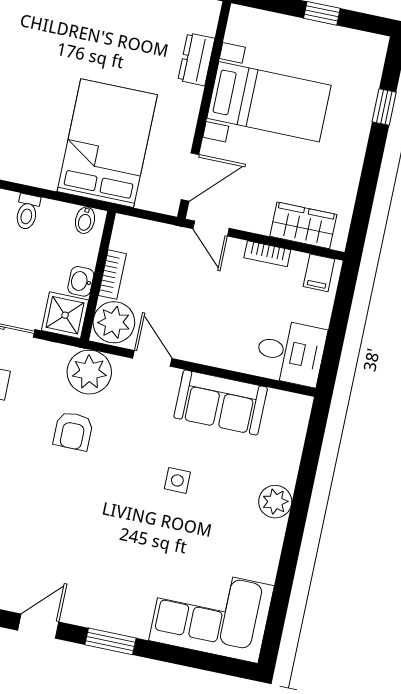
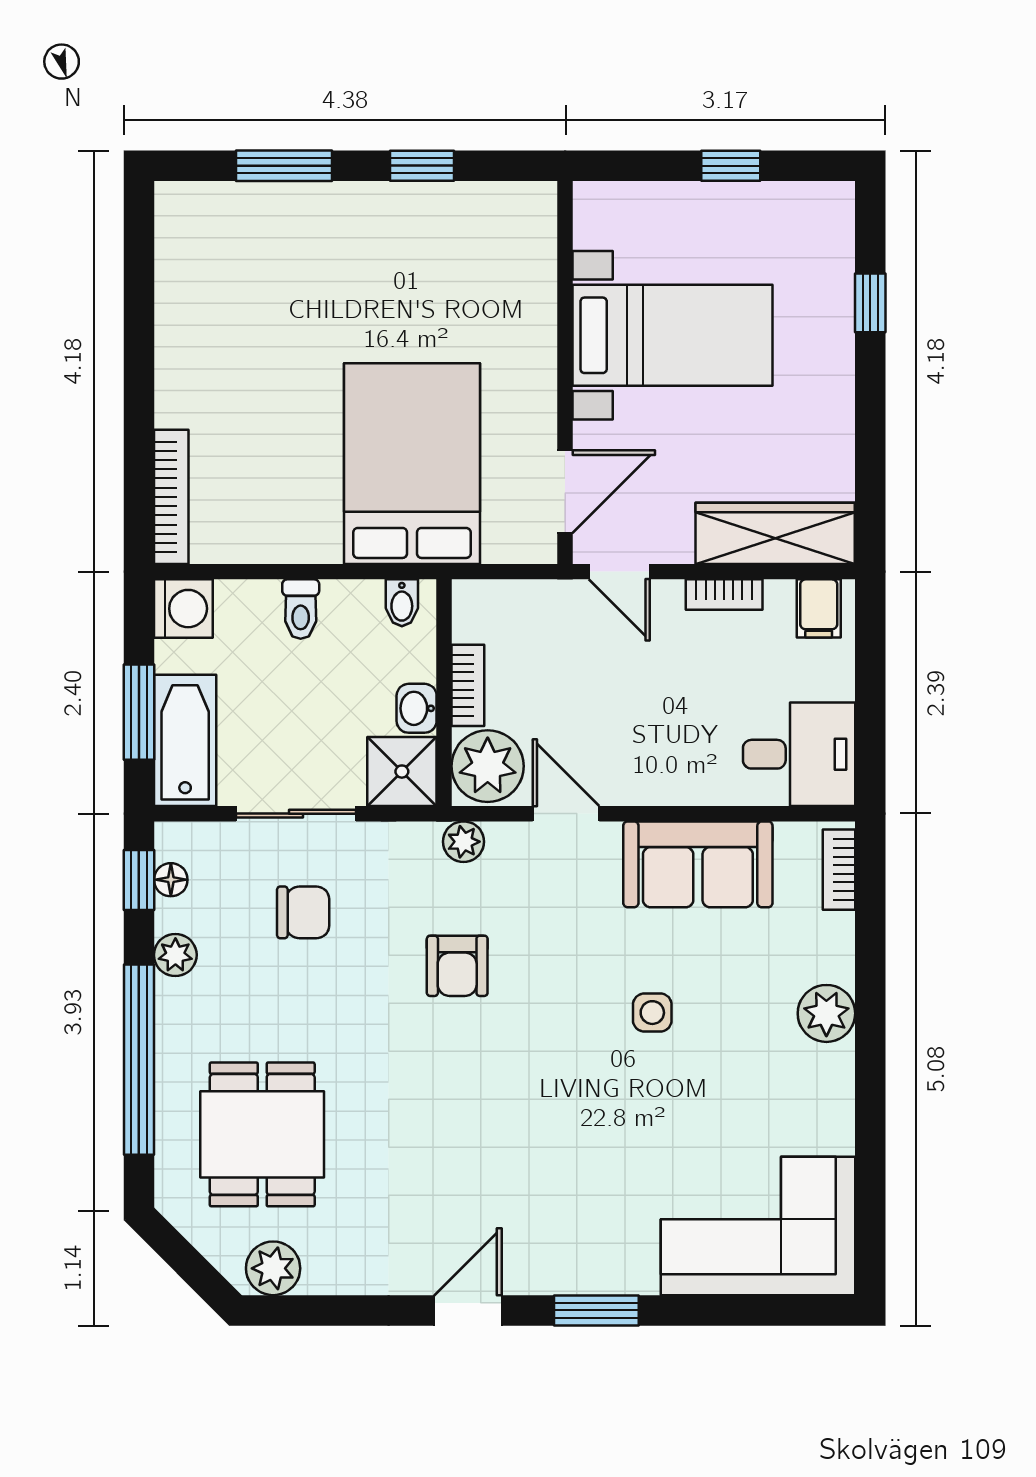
dresser: (196, 59) -> (534, 289), removed
wardrobe: (303, 225) -> (775, 533), width x1.50
plant: (89, 372) -> (463, 842), width x0.53, depth x0.53
bookcase: (299, 422) -> (839, 870), added

